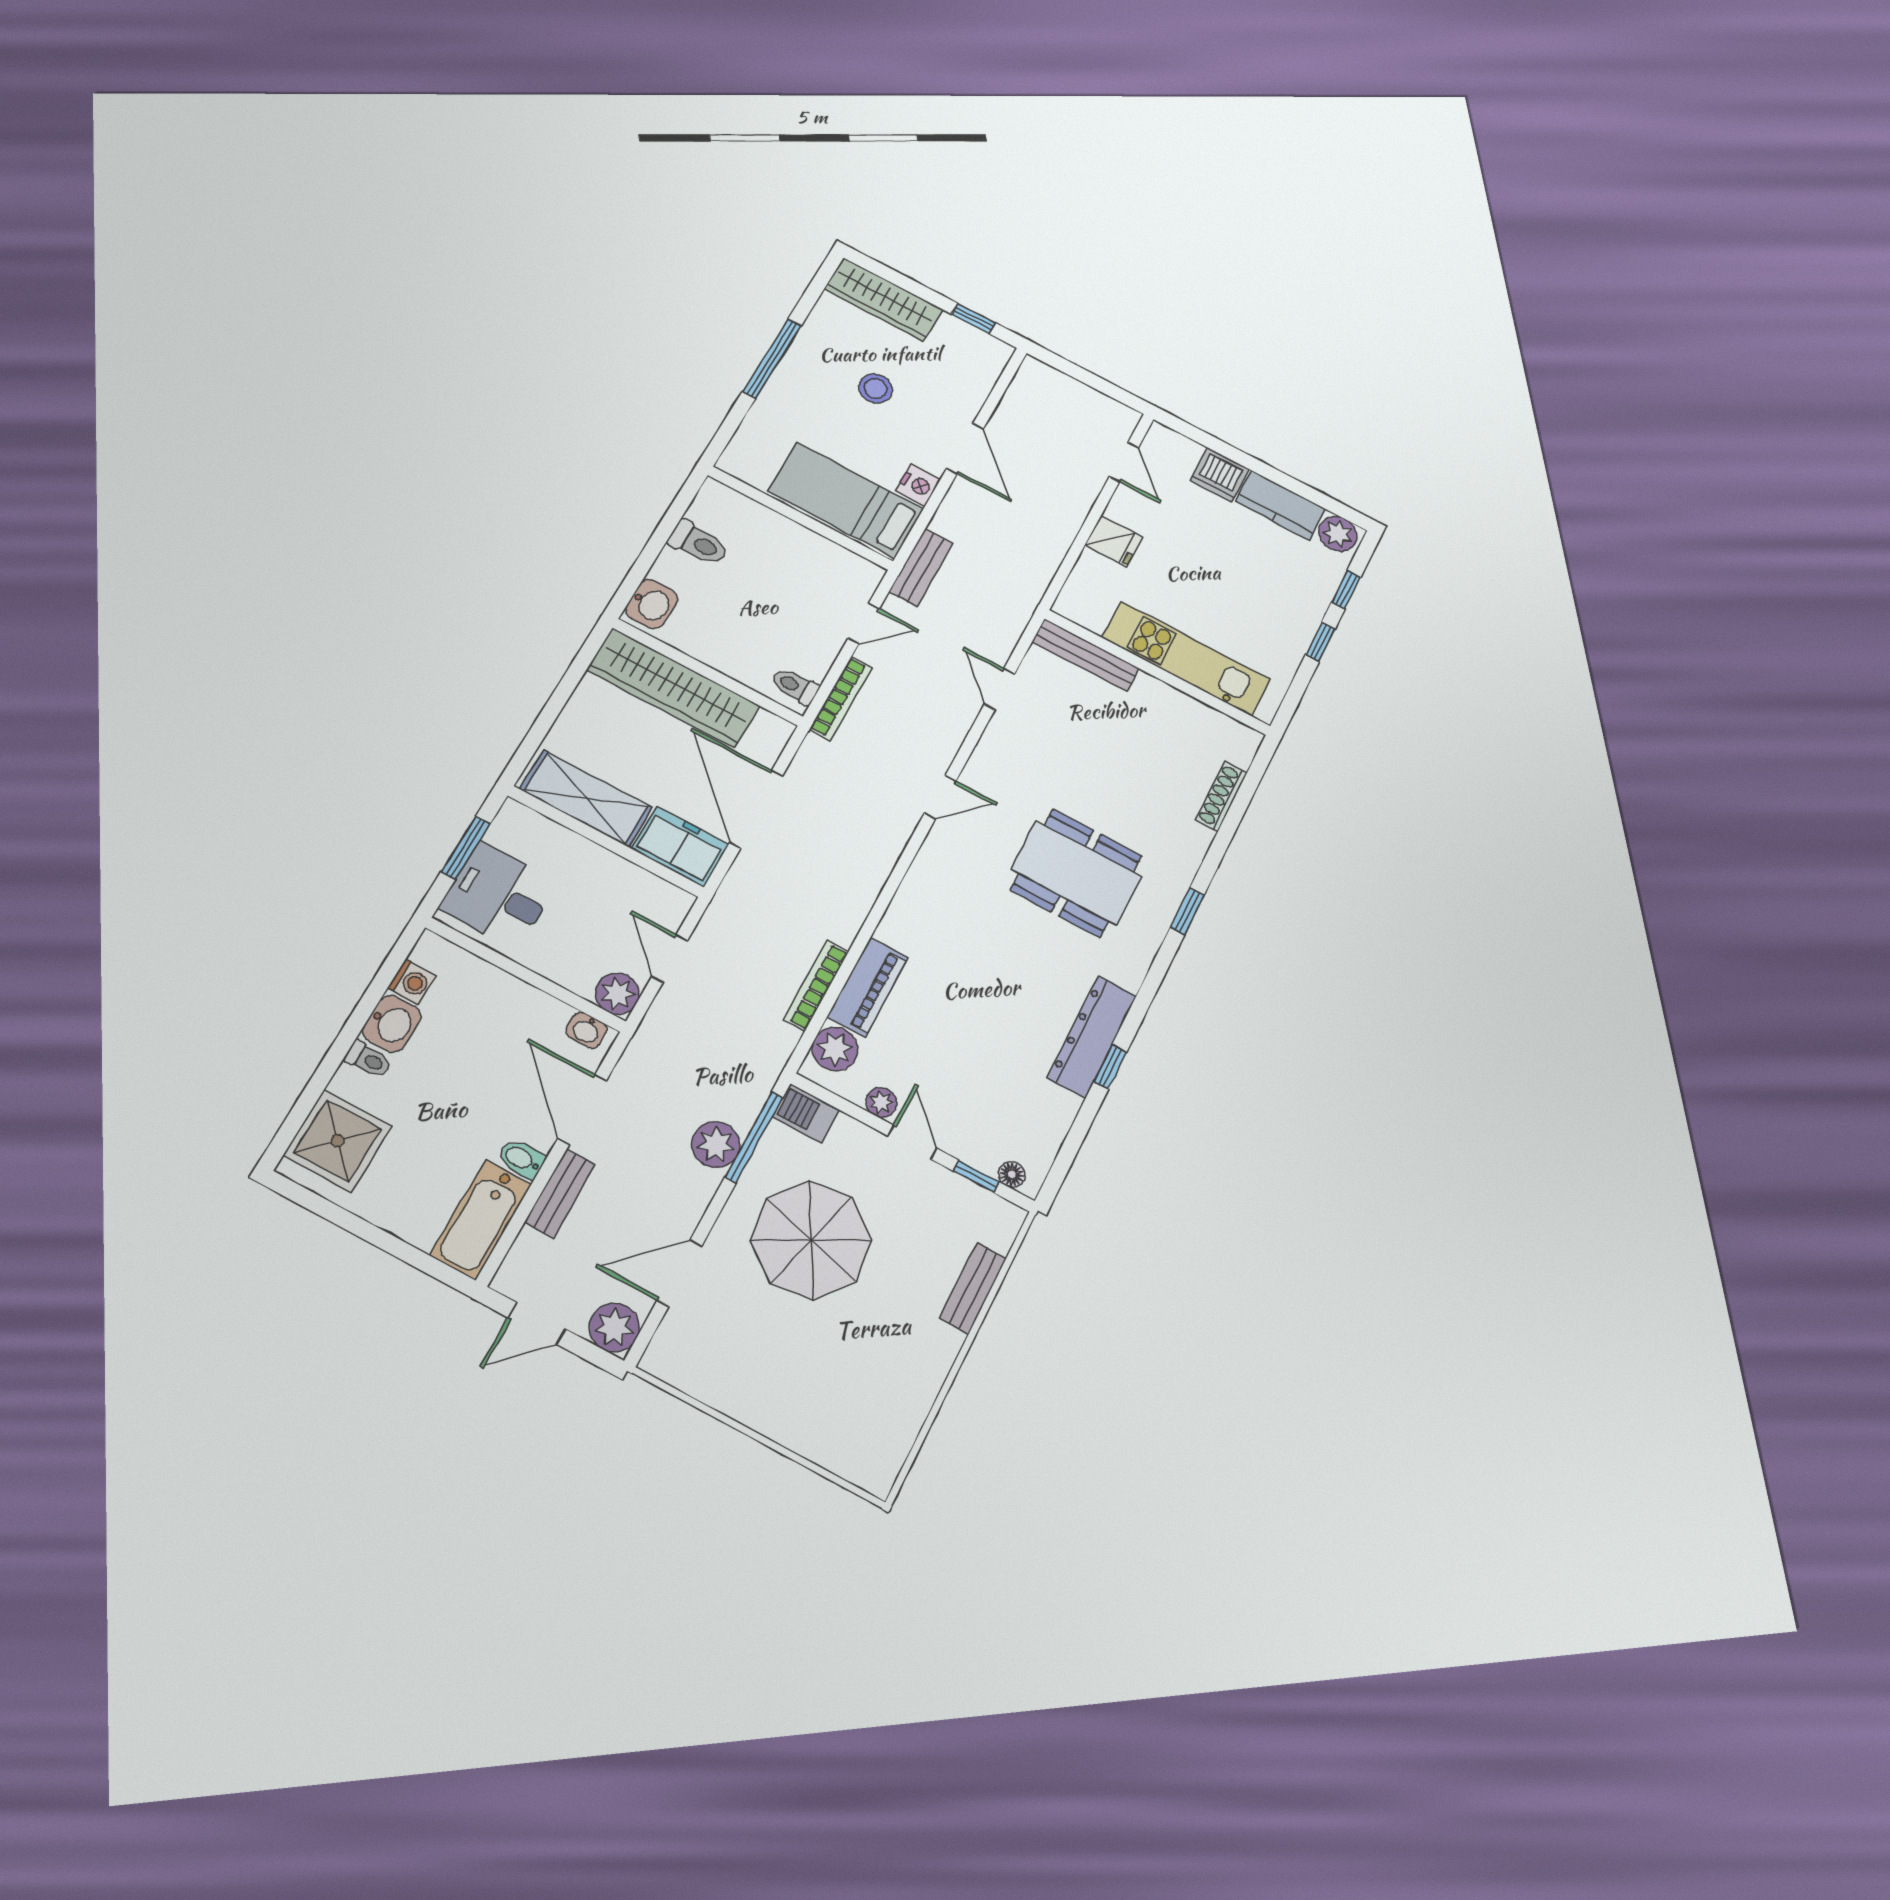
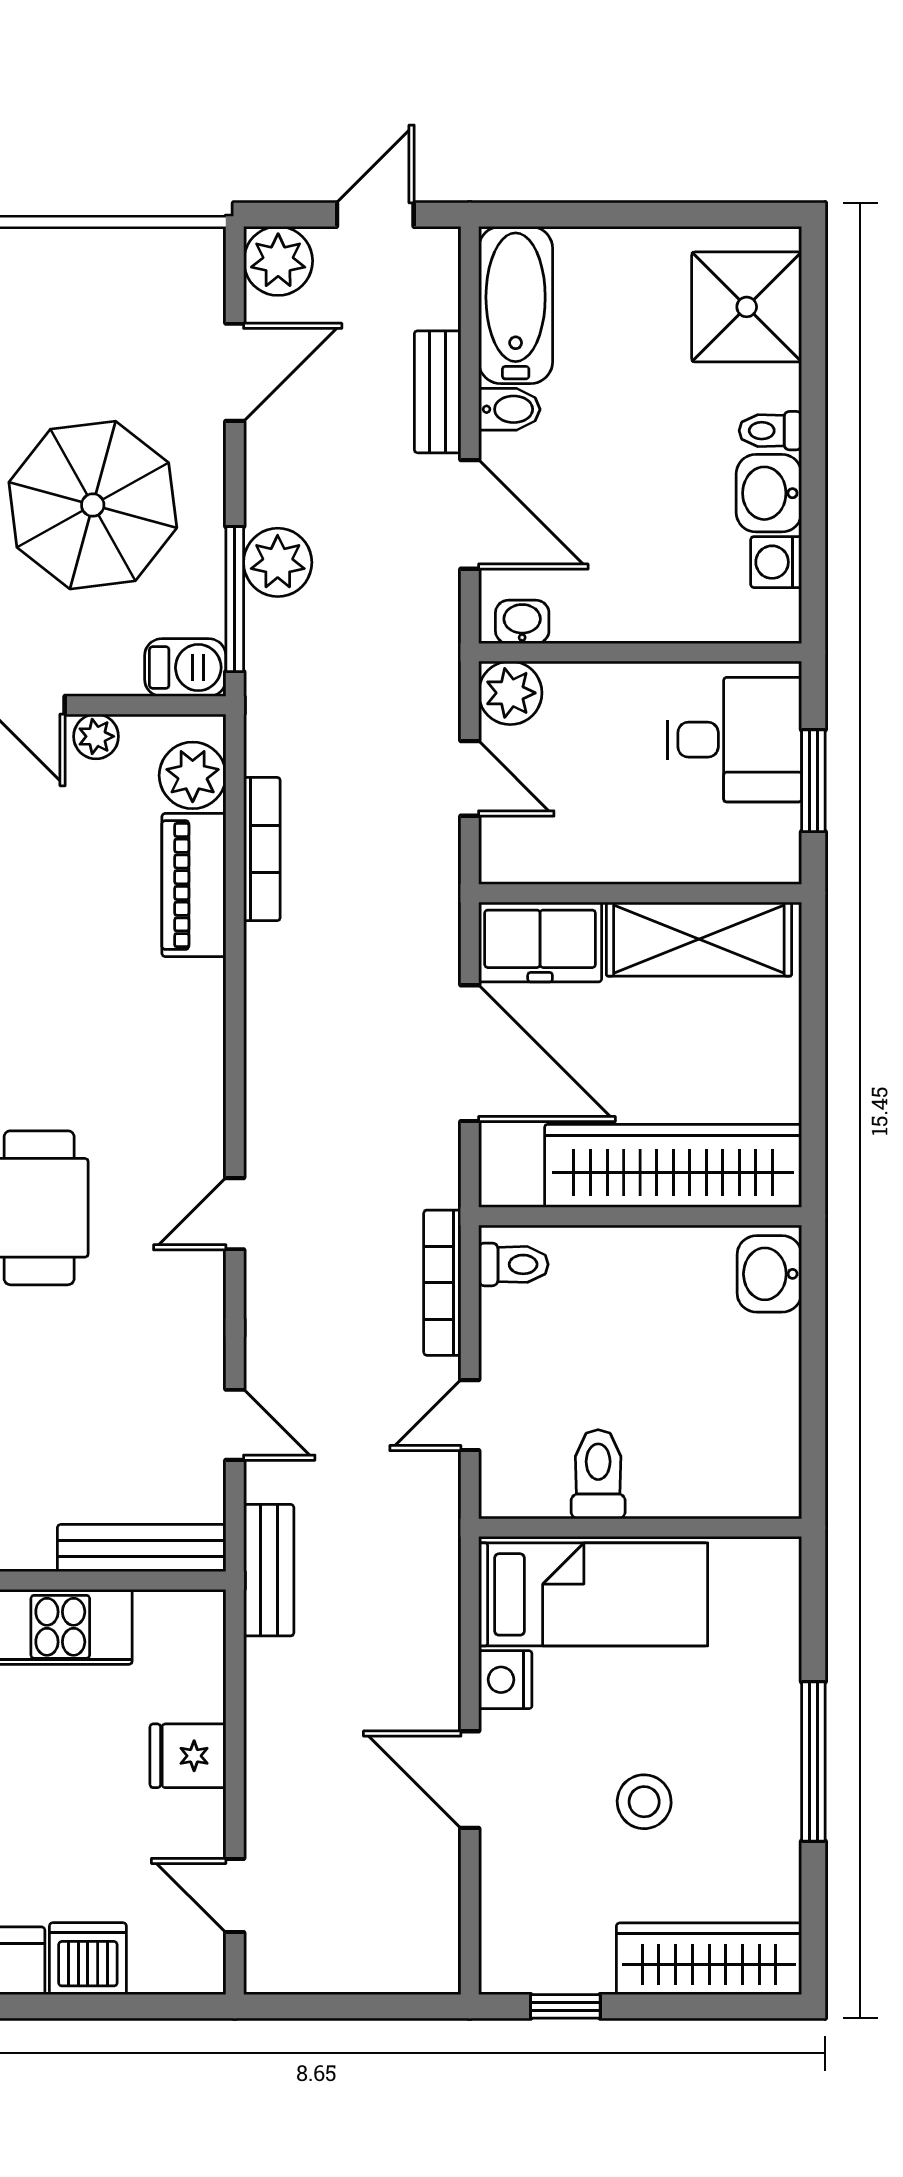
toilet: (698, 543) -> (598, 1474), moved, turned 90
bench: (921, 567) -> (269, 1570), moved

